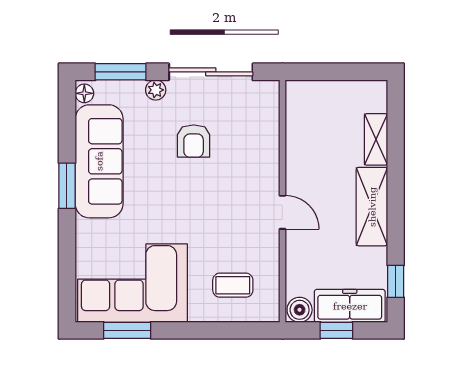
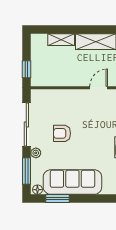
window: (318, 72) -> (26, 69), added
armchair: (194, 141) -> (62, 133), turned 180
window: (67, 186) -> (58, 199), moved

